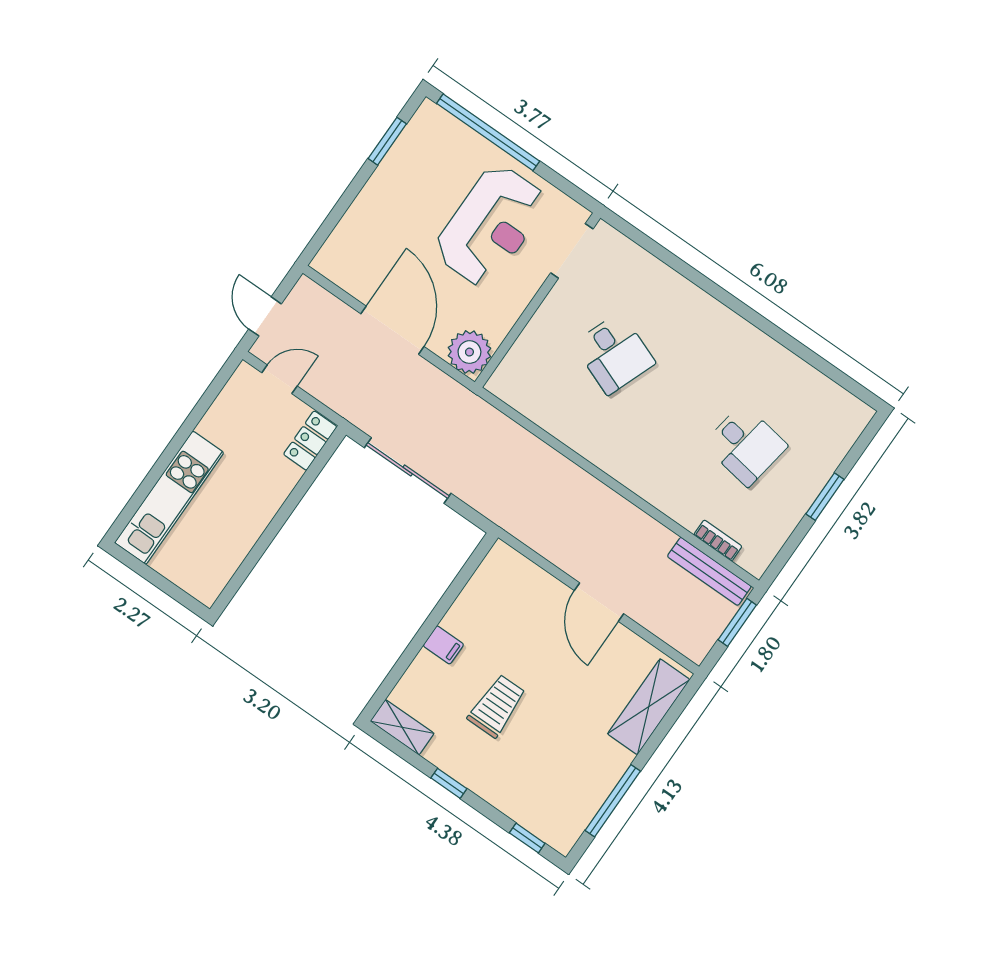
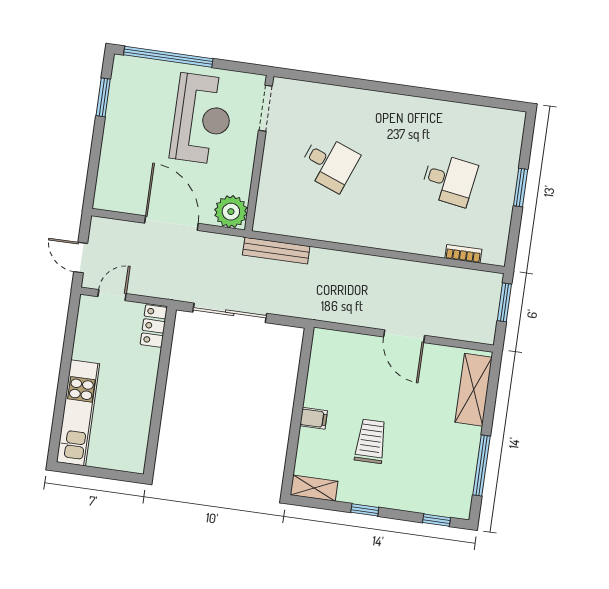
bench: (709, 571) -> (276, 251), moved

